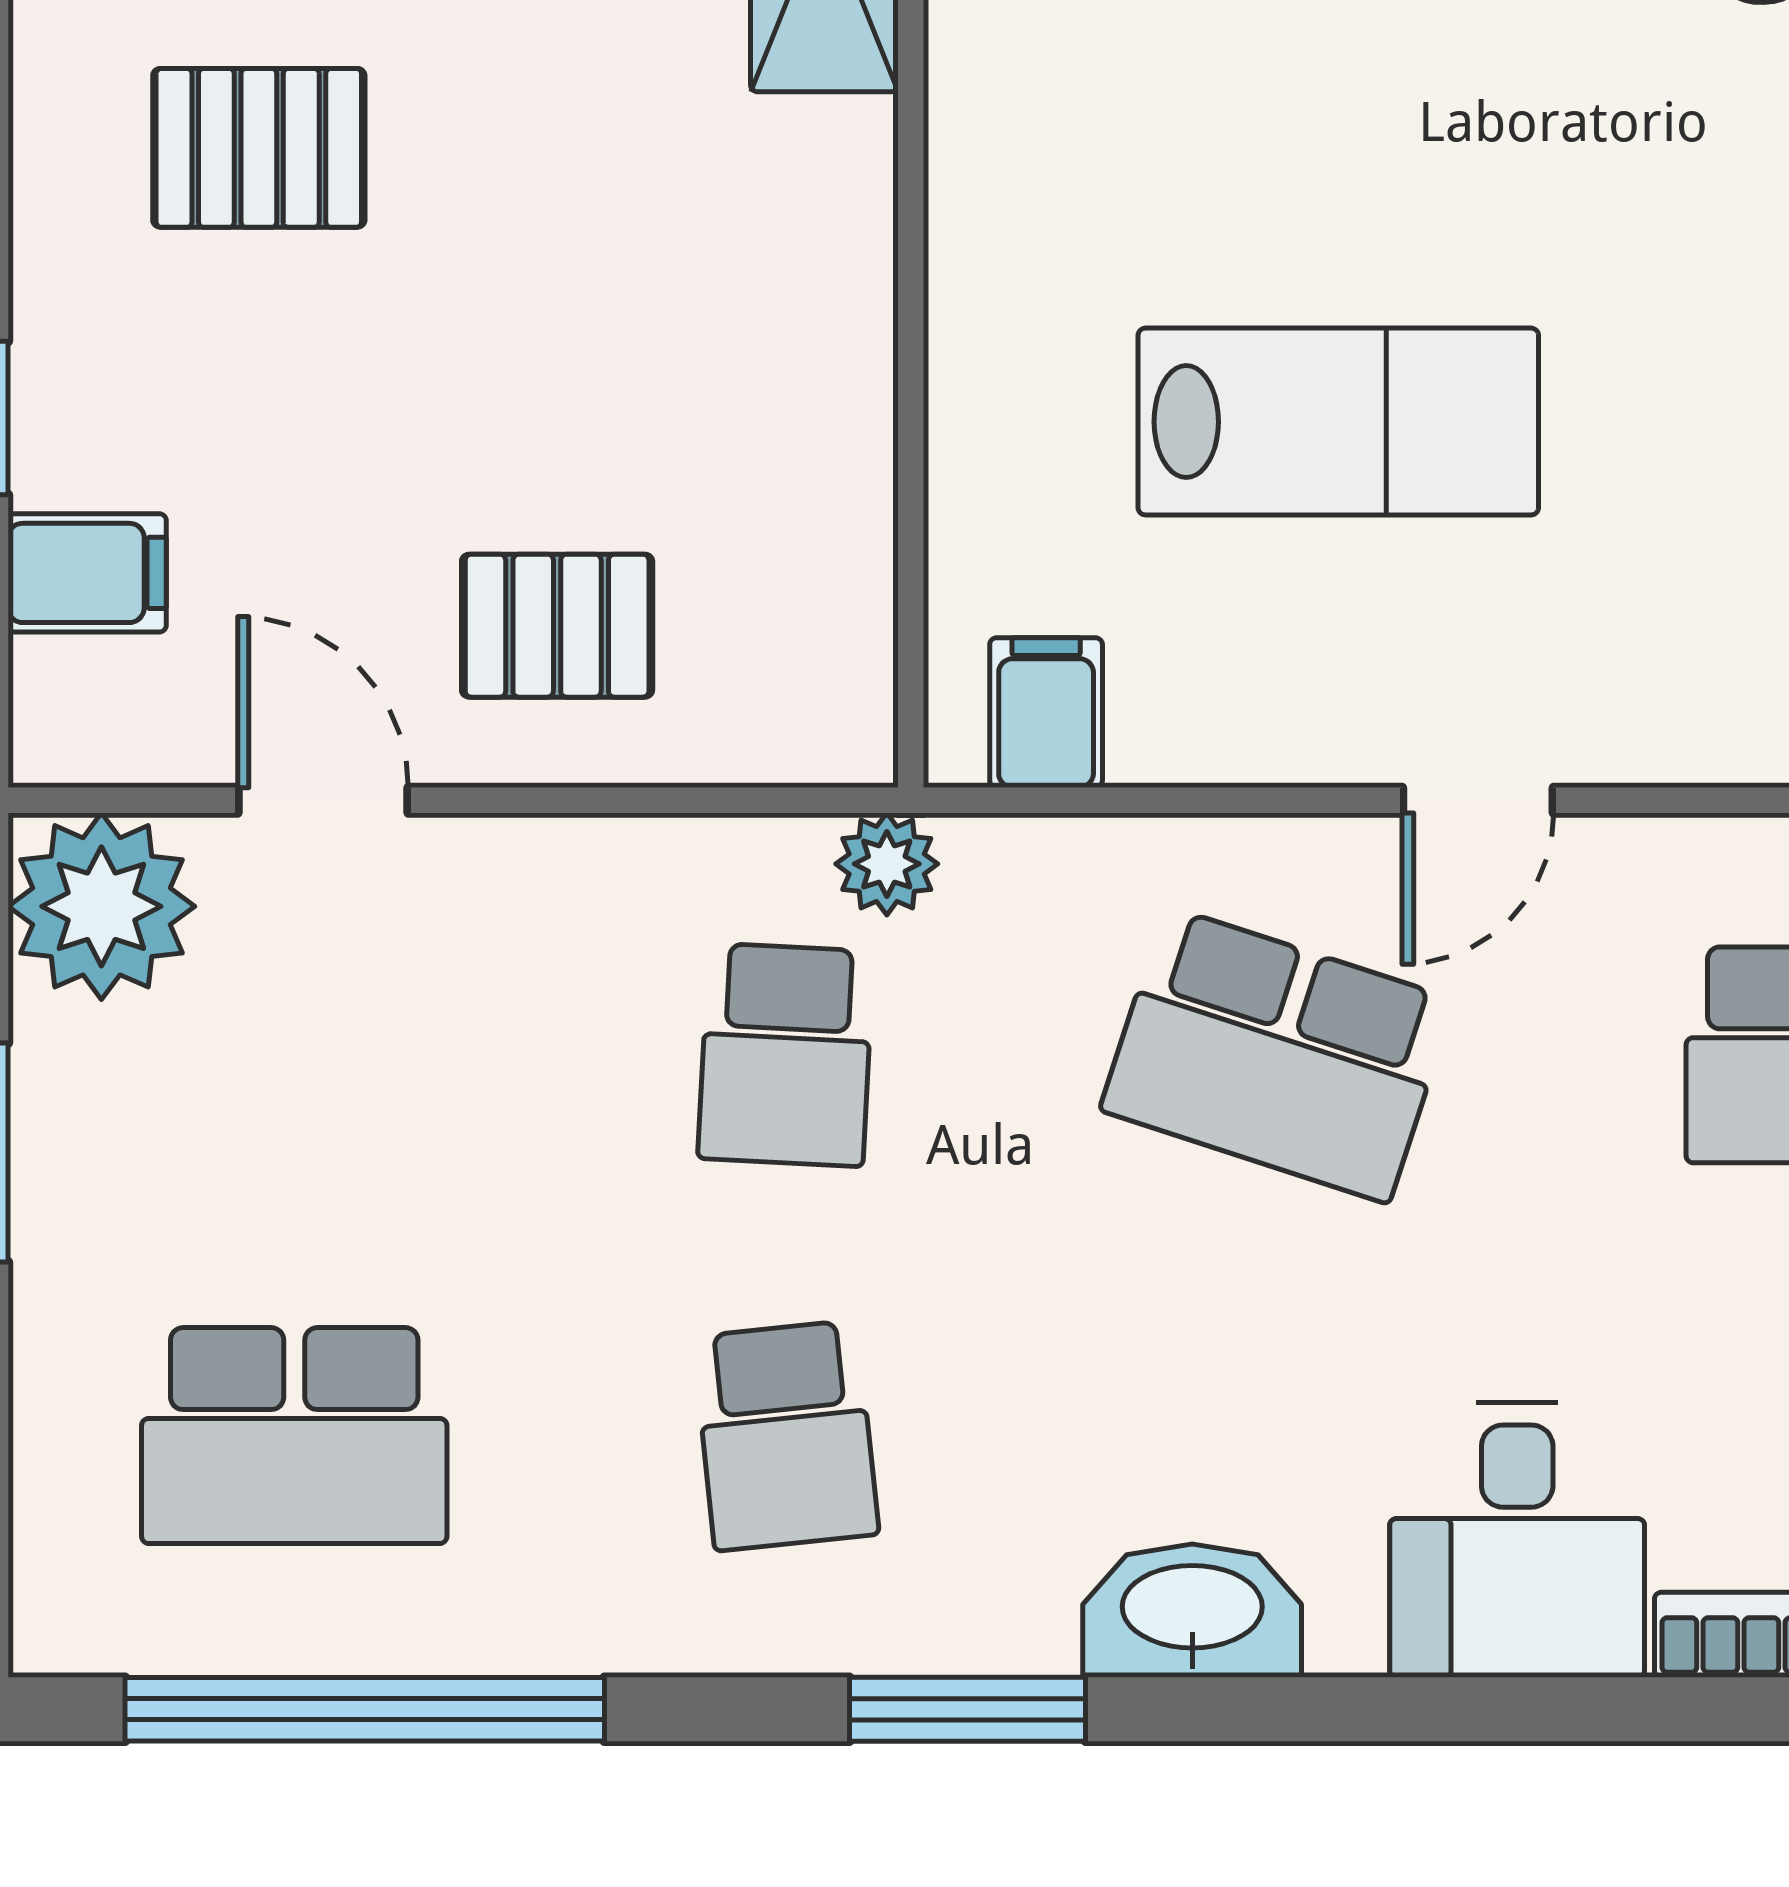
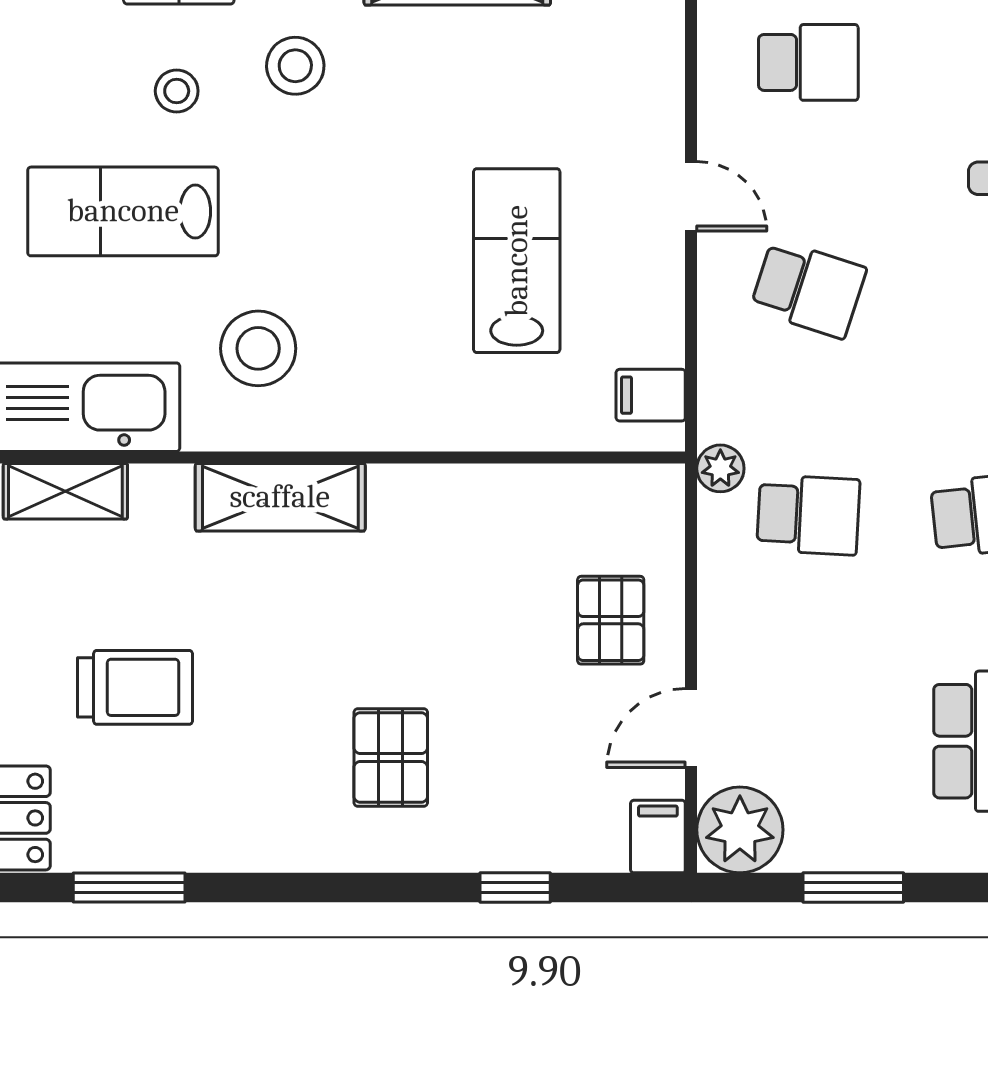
filing cabinet: (87, 573) -> (658, 837), moved
school desk: (1277, 1055) -> (808, 289), width x0.54

